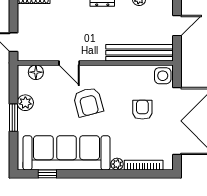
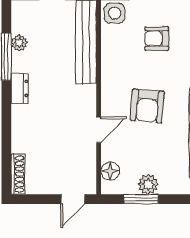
armchair: (88, 102) -> (147, 106), turned 110
window: (13, 118) -> (141, 199), moved

